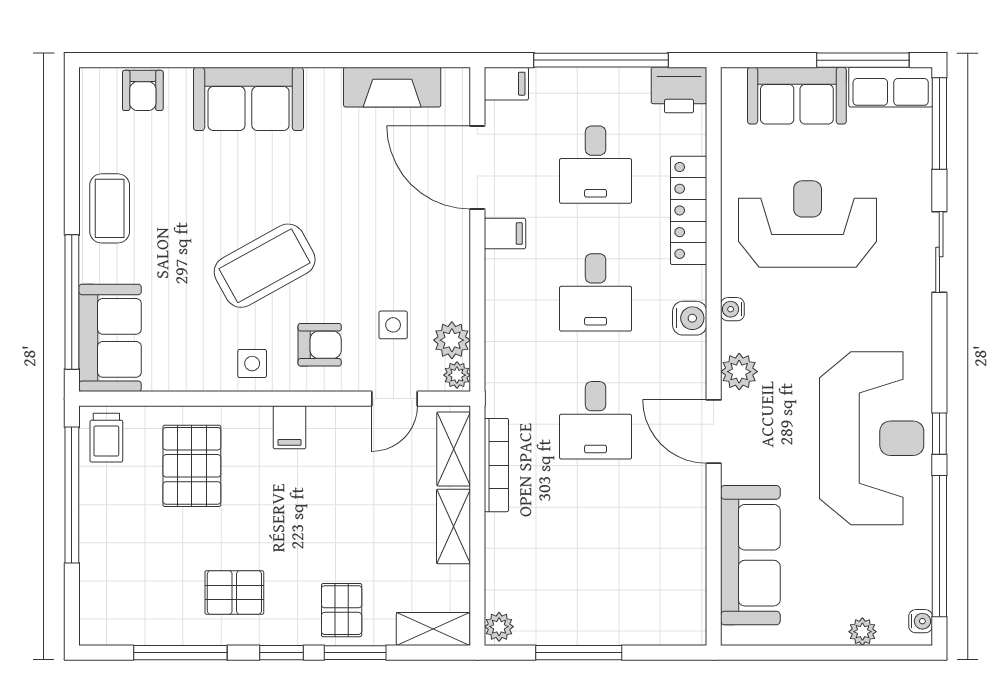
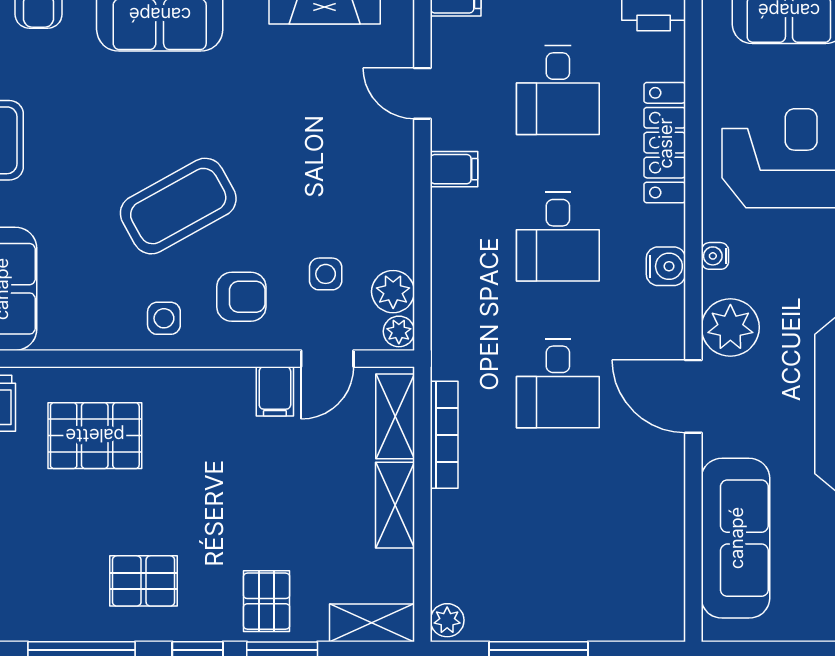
door: (477, 168) -> (422, 93), width x0.53
plant: (739, 372) -> (730, 327), width x1.36, depth x1.36
filing cabinet: (289, 427) -> (275, 391), moved
pallet: (192, 466) -> (95, 436), turned 90

